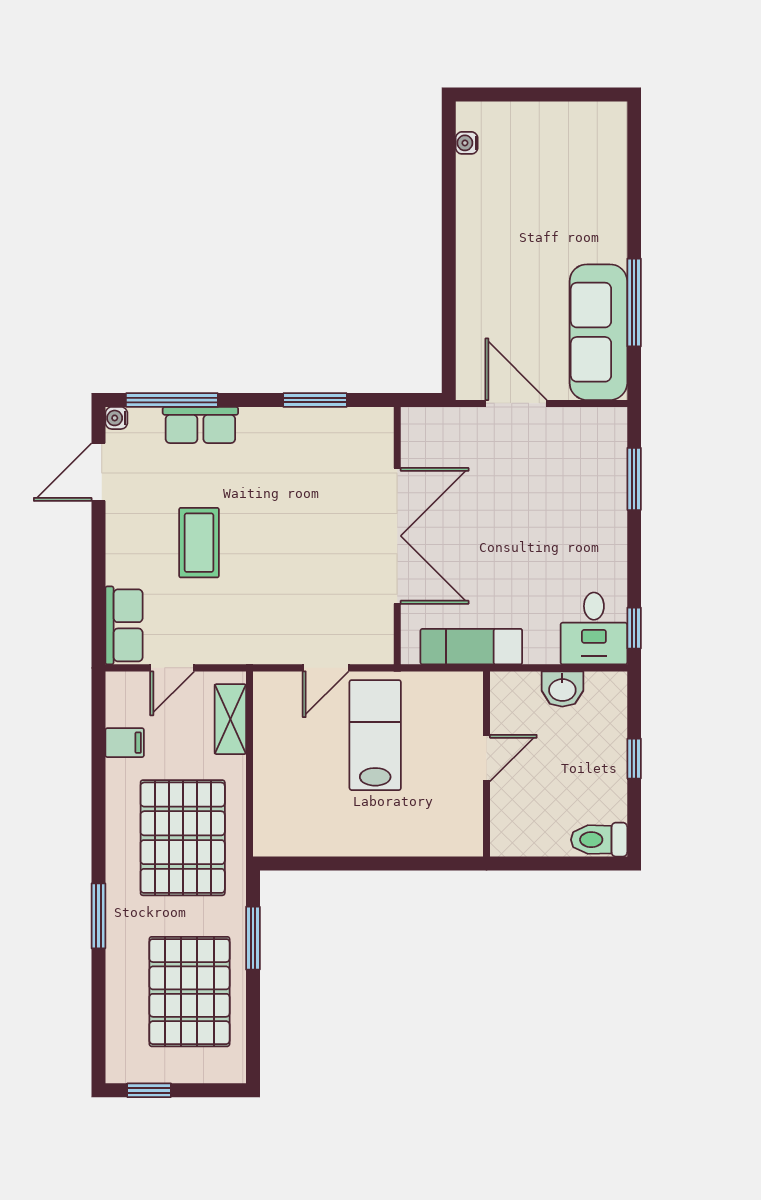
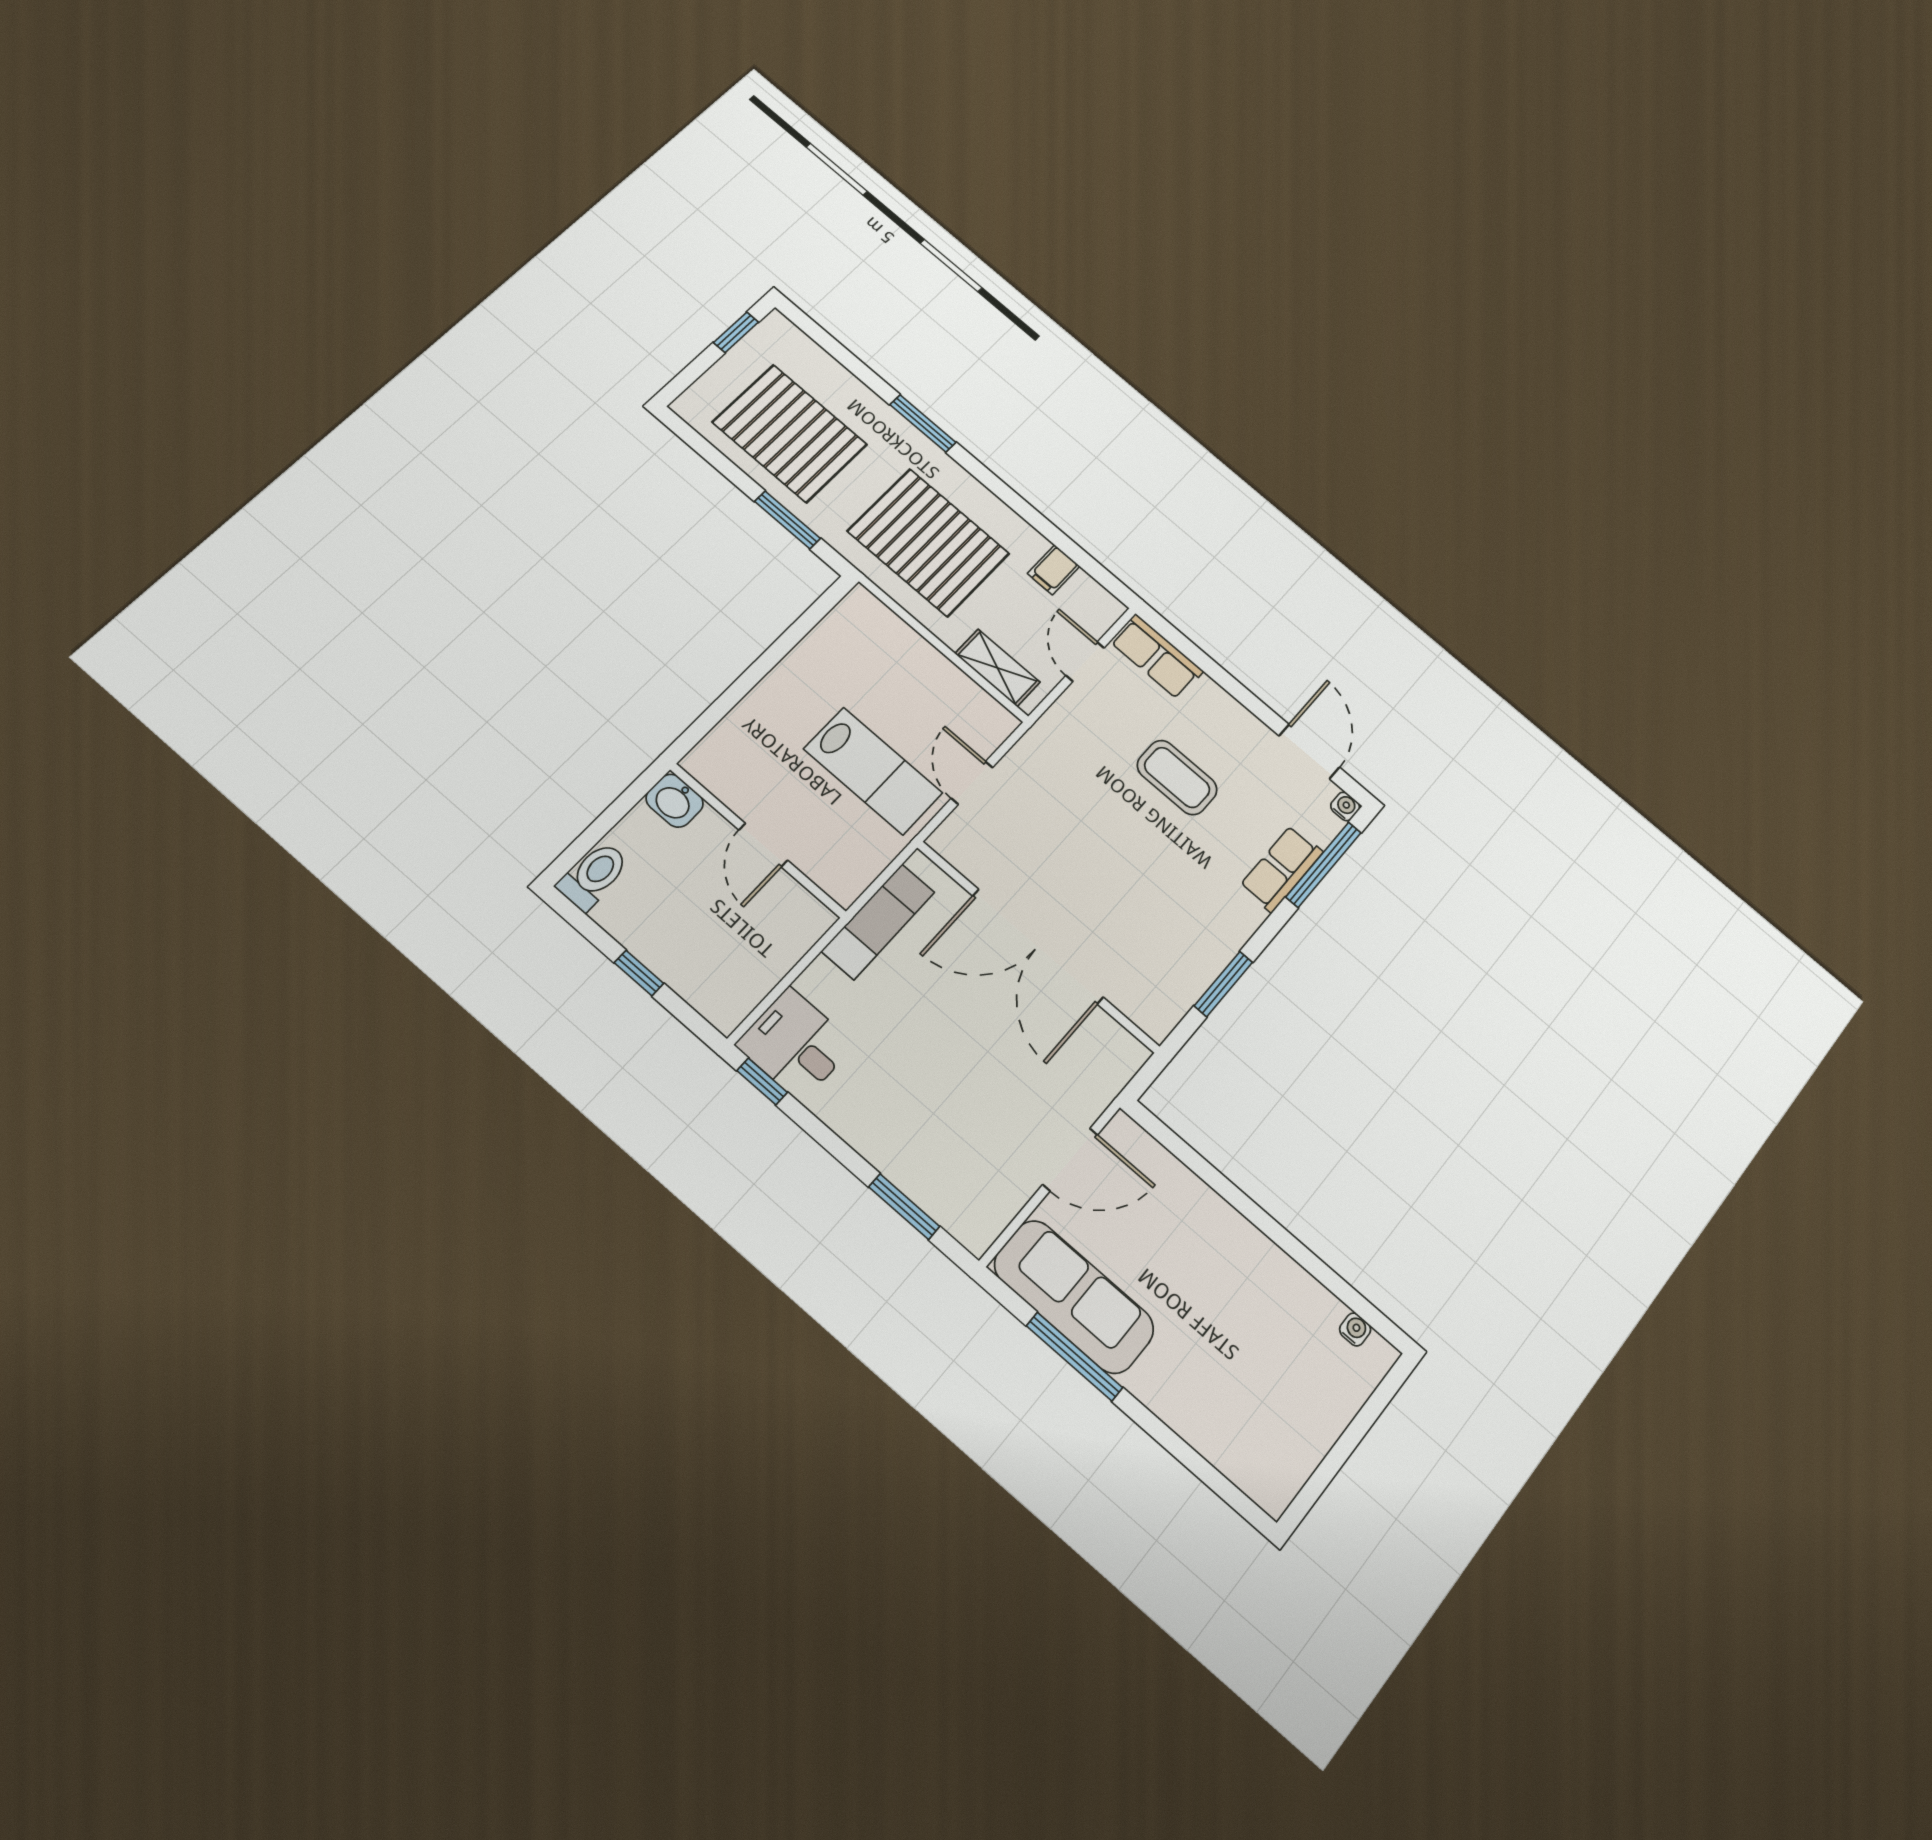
washbasin: (562, 689) -> (675, 801), moved, turned -90

